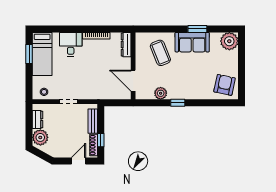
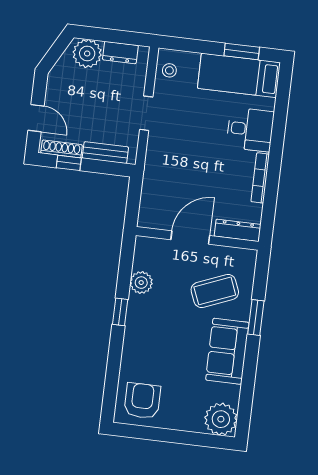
window: (197, 29) -> (256, 317), moved
door: (133, 81) -> (190, 238), moved
armchair: (225, 85) -> (142, 401), turned -102

